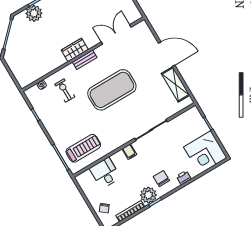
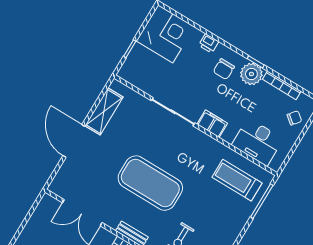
filing cabinet: (129, 152) -> (212, 124), width x2.00
desk: (105, 173) -> (257, 142), width x1.37

